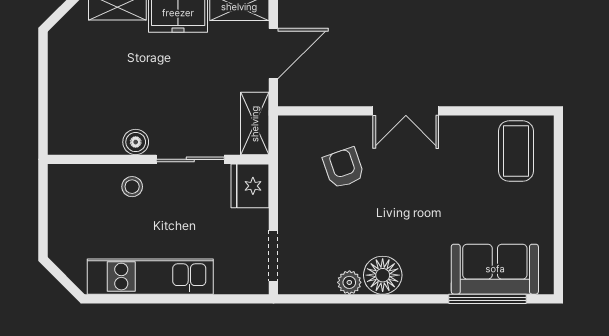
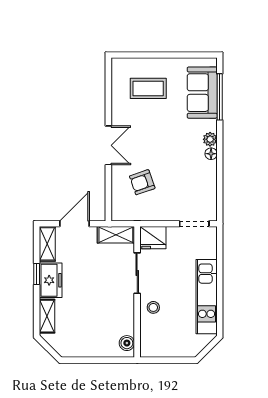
door: (273, 54) -> (74, 224), hinge flipped
boiler: (136, 142) -> (127, 343), moved
coffee table: (516, 151) -> (148, 88), moved
floor lamp: (383, 275) -> (211, 154), width x0.53, depth x0.53
plant: (349, 282) -> (210, 139), moved

